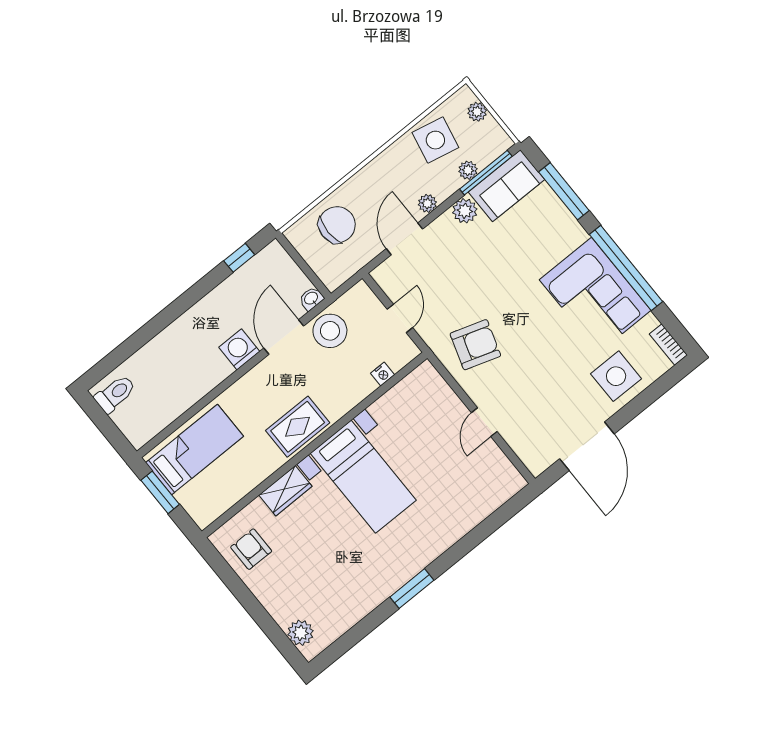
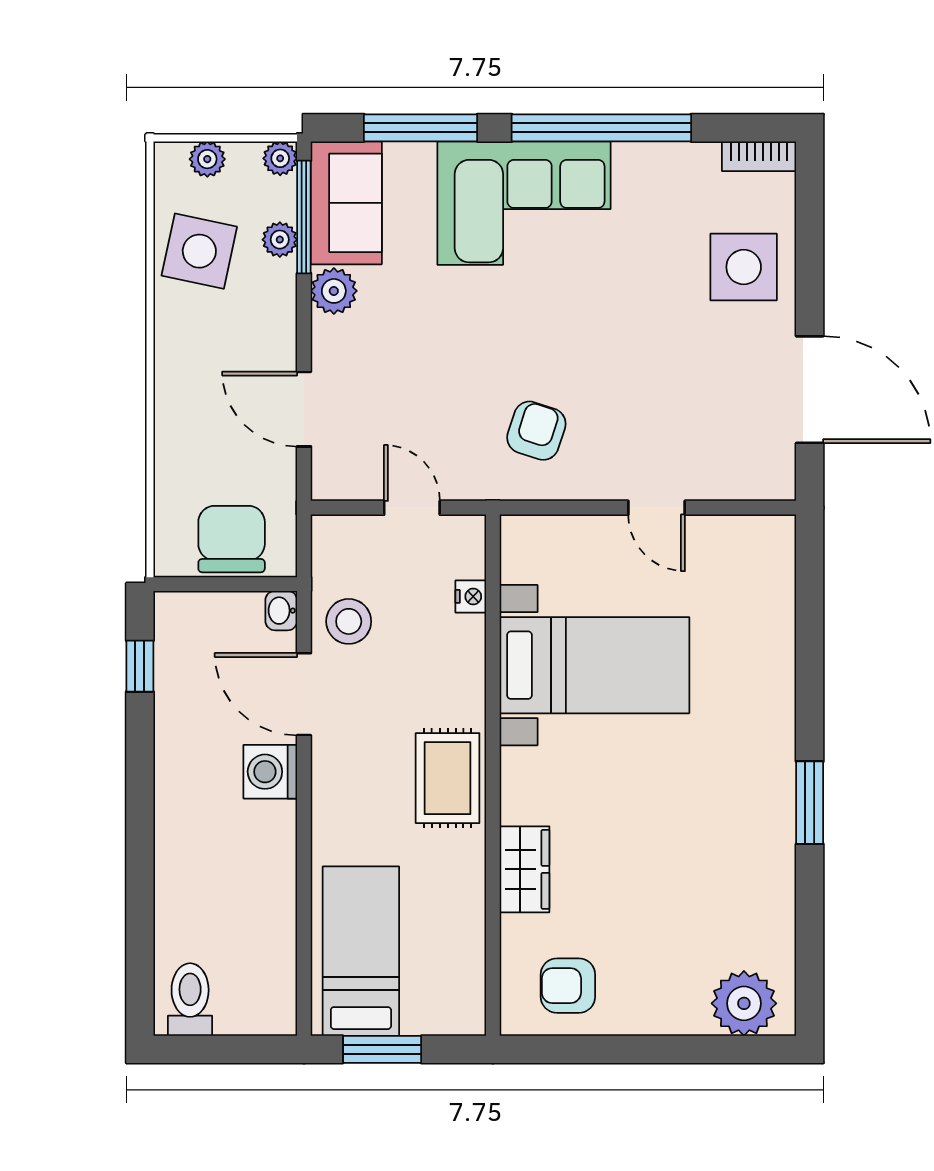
plant: (427, 203) -> (280, 158), moved
chair: (337, 225) -> (232, 539), moved
corner sofa: (595, 295) -> (524, 203), moved
stool: (330, 331) -> (349, 621), width x0.73, depth x0.73
armchair: (475, 345) -> (536, 431), width x0.72, depth x0.72
bed with nightstands: (363, 477) -> (594, 665), moved
plant: (301, 633) -> (744, 1003), width x1.36, depth x1.36

